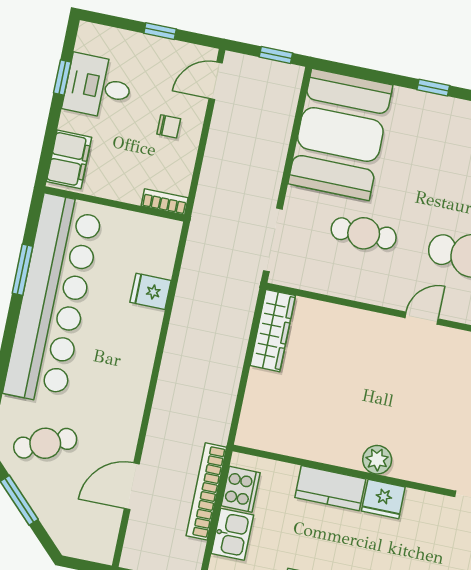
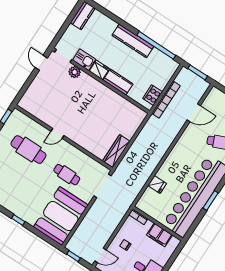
filing cabinet: (69, 159) -> (160, 235), moved, turned -90
window: (22, 270) -> (211, 201), moved
plant: (377, 460) -> (75, 72), moved
kitchen sink: (232, 534) -> (84, 60), moved, turned 90

